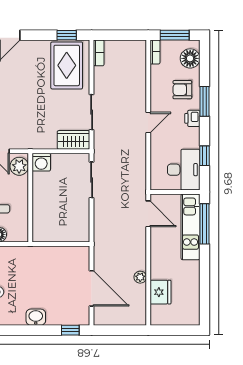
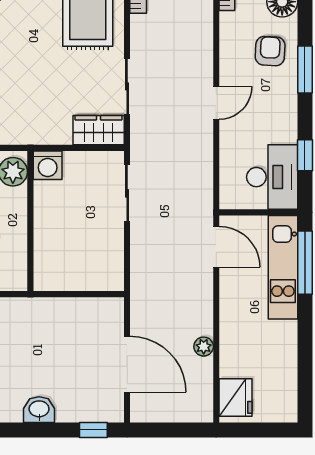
armchair: (182, 90) -> (270, 51), turned 93
printer: (192, 118) -> (286, 96), removed
fridge: (160, 292) -> (236, 397), moved

